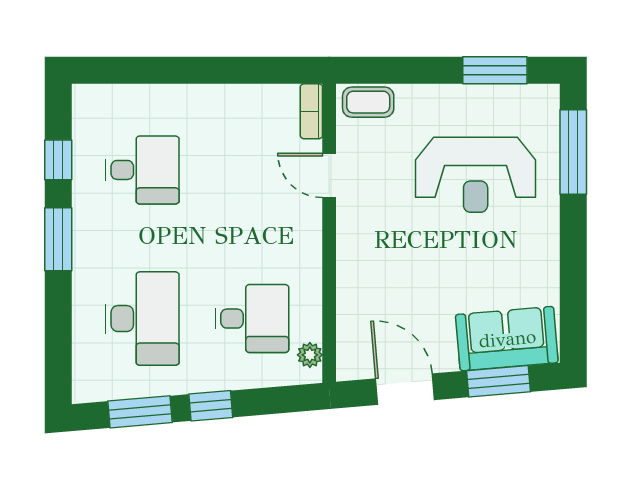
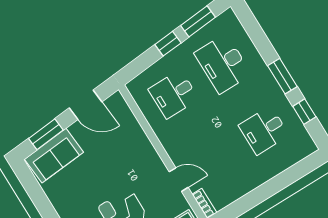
plant: (310, 355) -> (138, 94), removed

